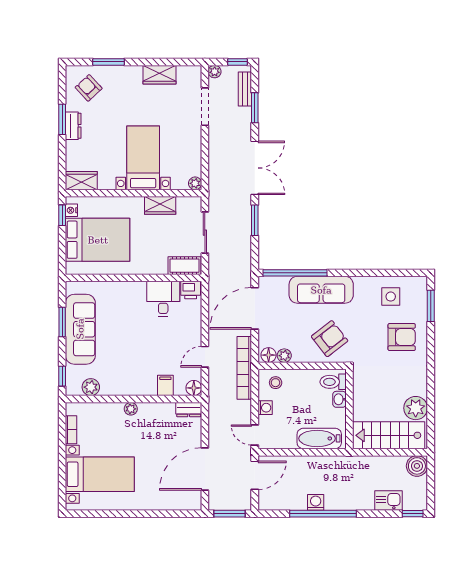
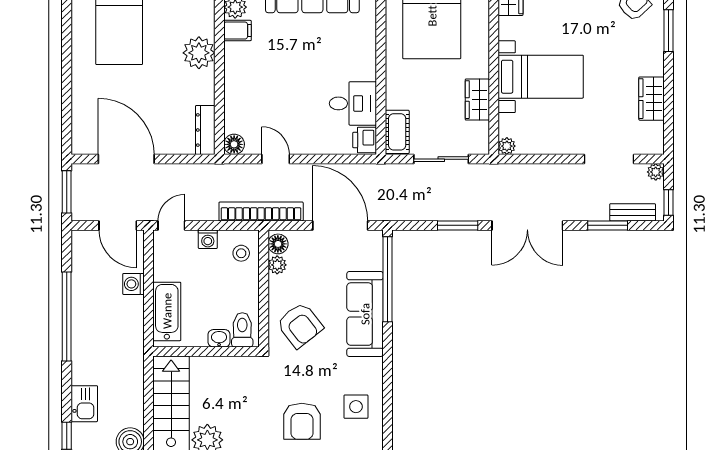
filing cabinet: (165, 385) -> (237, 31), moved
plant: (131, 409) -> (199, 53), width x1.87, depth x1.87
dresser: (189, 410) -> (205, 130), width x1.44
washing machine: (316, 502) -> (133, 284), moved, turned 180

